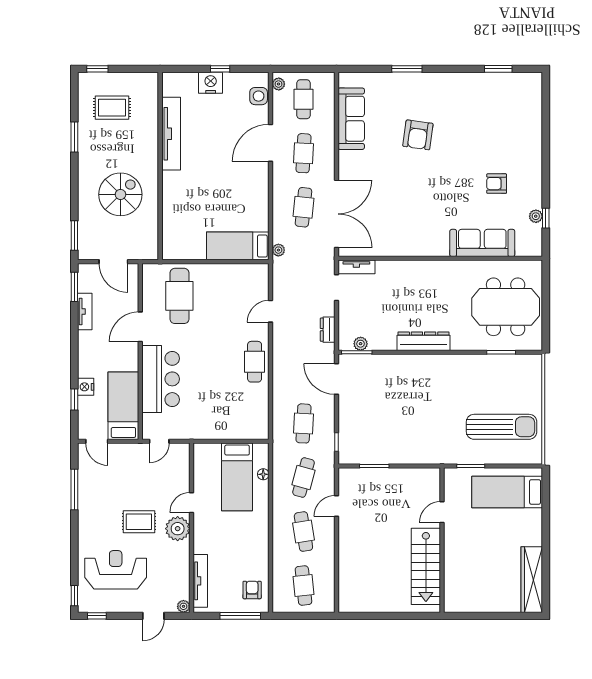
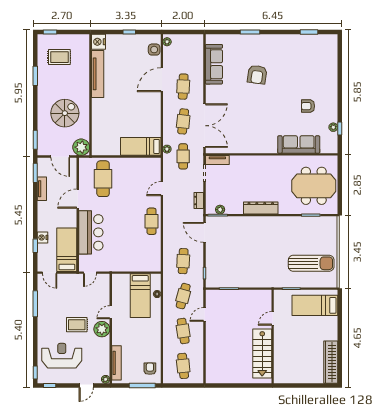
nightstand: (211, 83) -> (98, 42), moved, turned -90
cafe table: (303, 99) -> (183, 156), moved
plant: (146, 247) -> (81, 147), added

